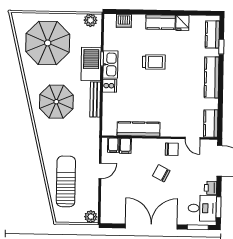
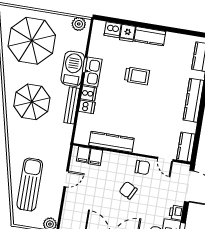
fridge: (182, 23) -> (127, 33), moved
dishwasher: (110, 99) -> (87, 107), added

